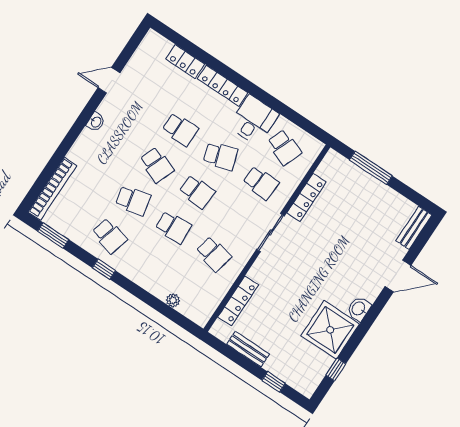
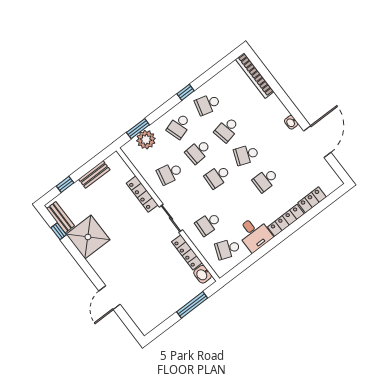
door: (109, 80) -> (317, 142), width x1.87
school desk: (220, 156) -> (179, 126), moved
bench: (414, 228) -> (60, 217), moved
window: (53, 235) -> (138, 129), moved
plant: (173, 300) -> (146, 140), width x1.87, depth x1.87
locker: (238, 301) -> (142, 194), moved
washbasin: (359, 309) -> (203, 274), moved, turned 180

